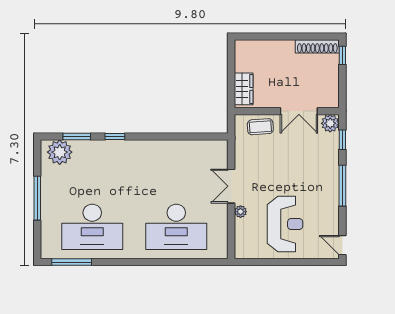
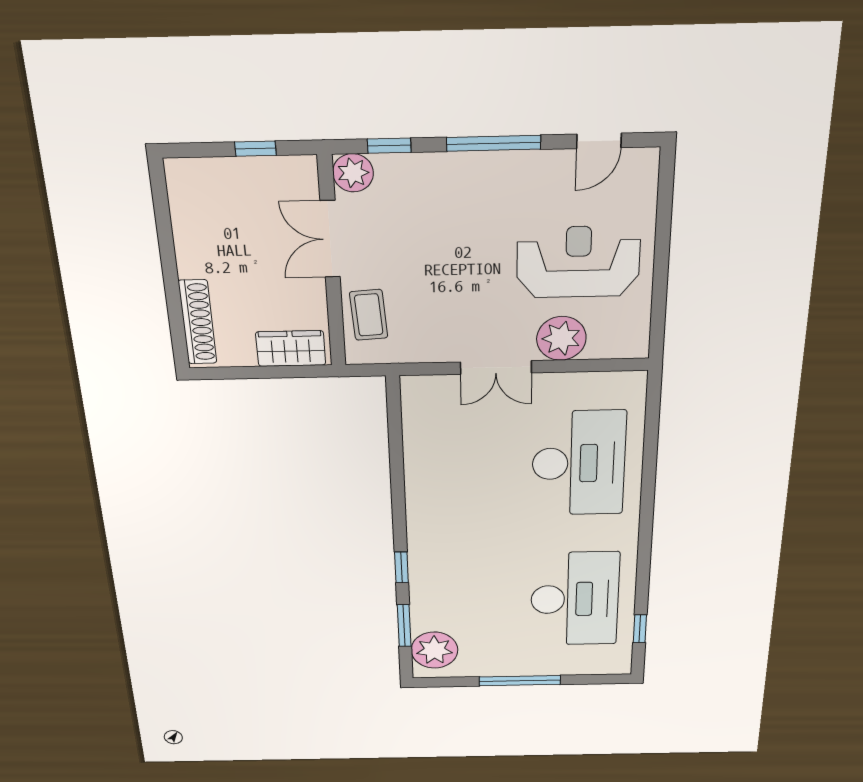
shoe rack: (317, 46) -> (198, 322), moved
window: (342, 55) -> (255, 149), moved
double door: (299, 111) -> (330, 239), swing flipped
plant: (240, 212) -> (561, 338), width x1.88, depth x1.88
door: (342, 245) -> (599, 141), moved
window: (72, 262) -> (640, 629), width x0.46

